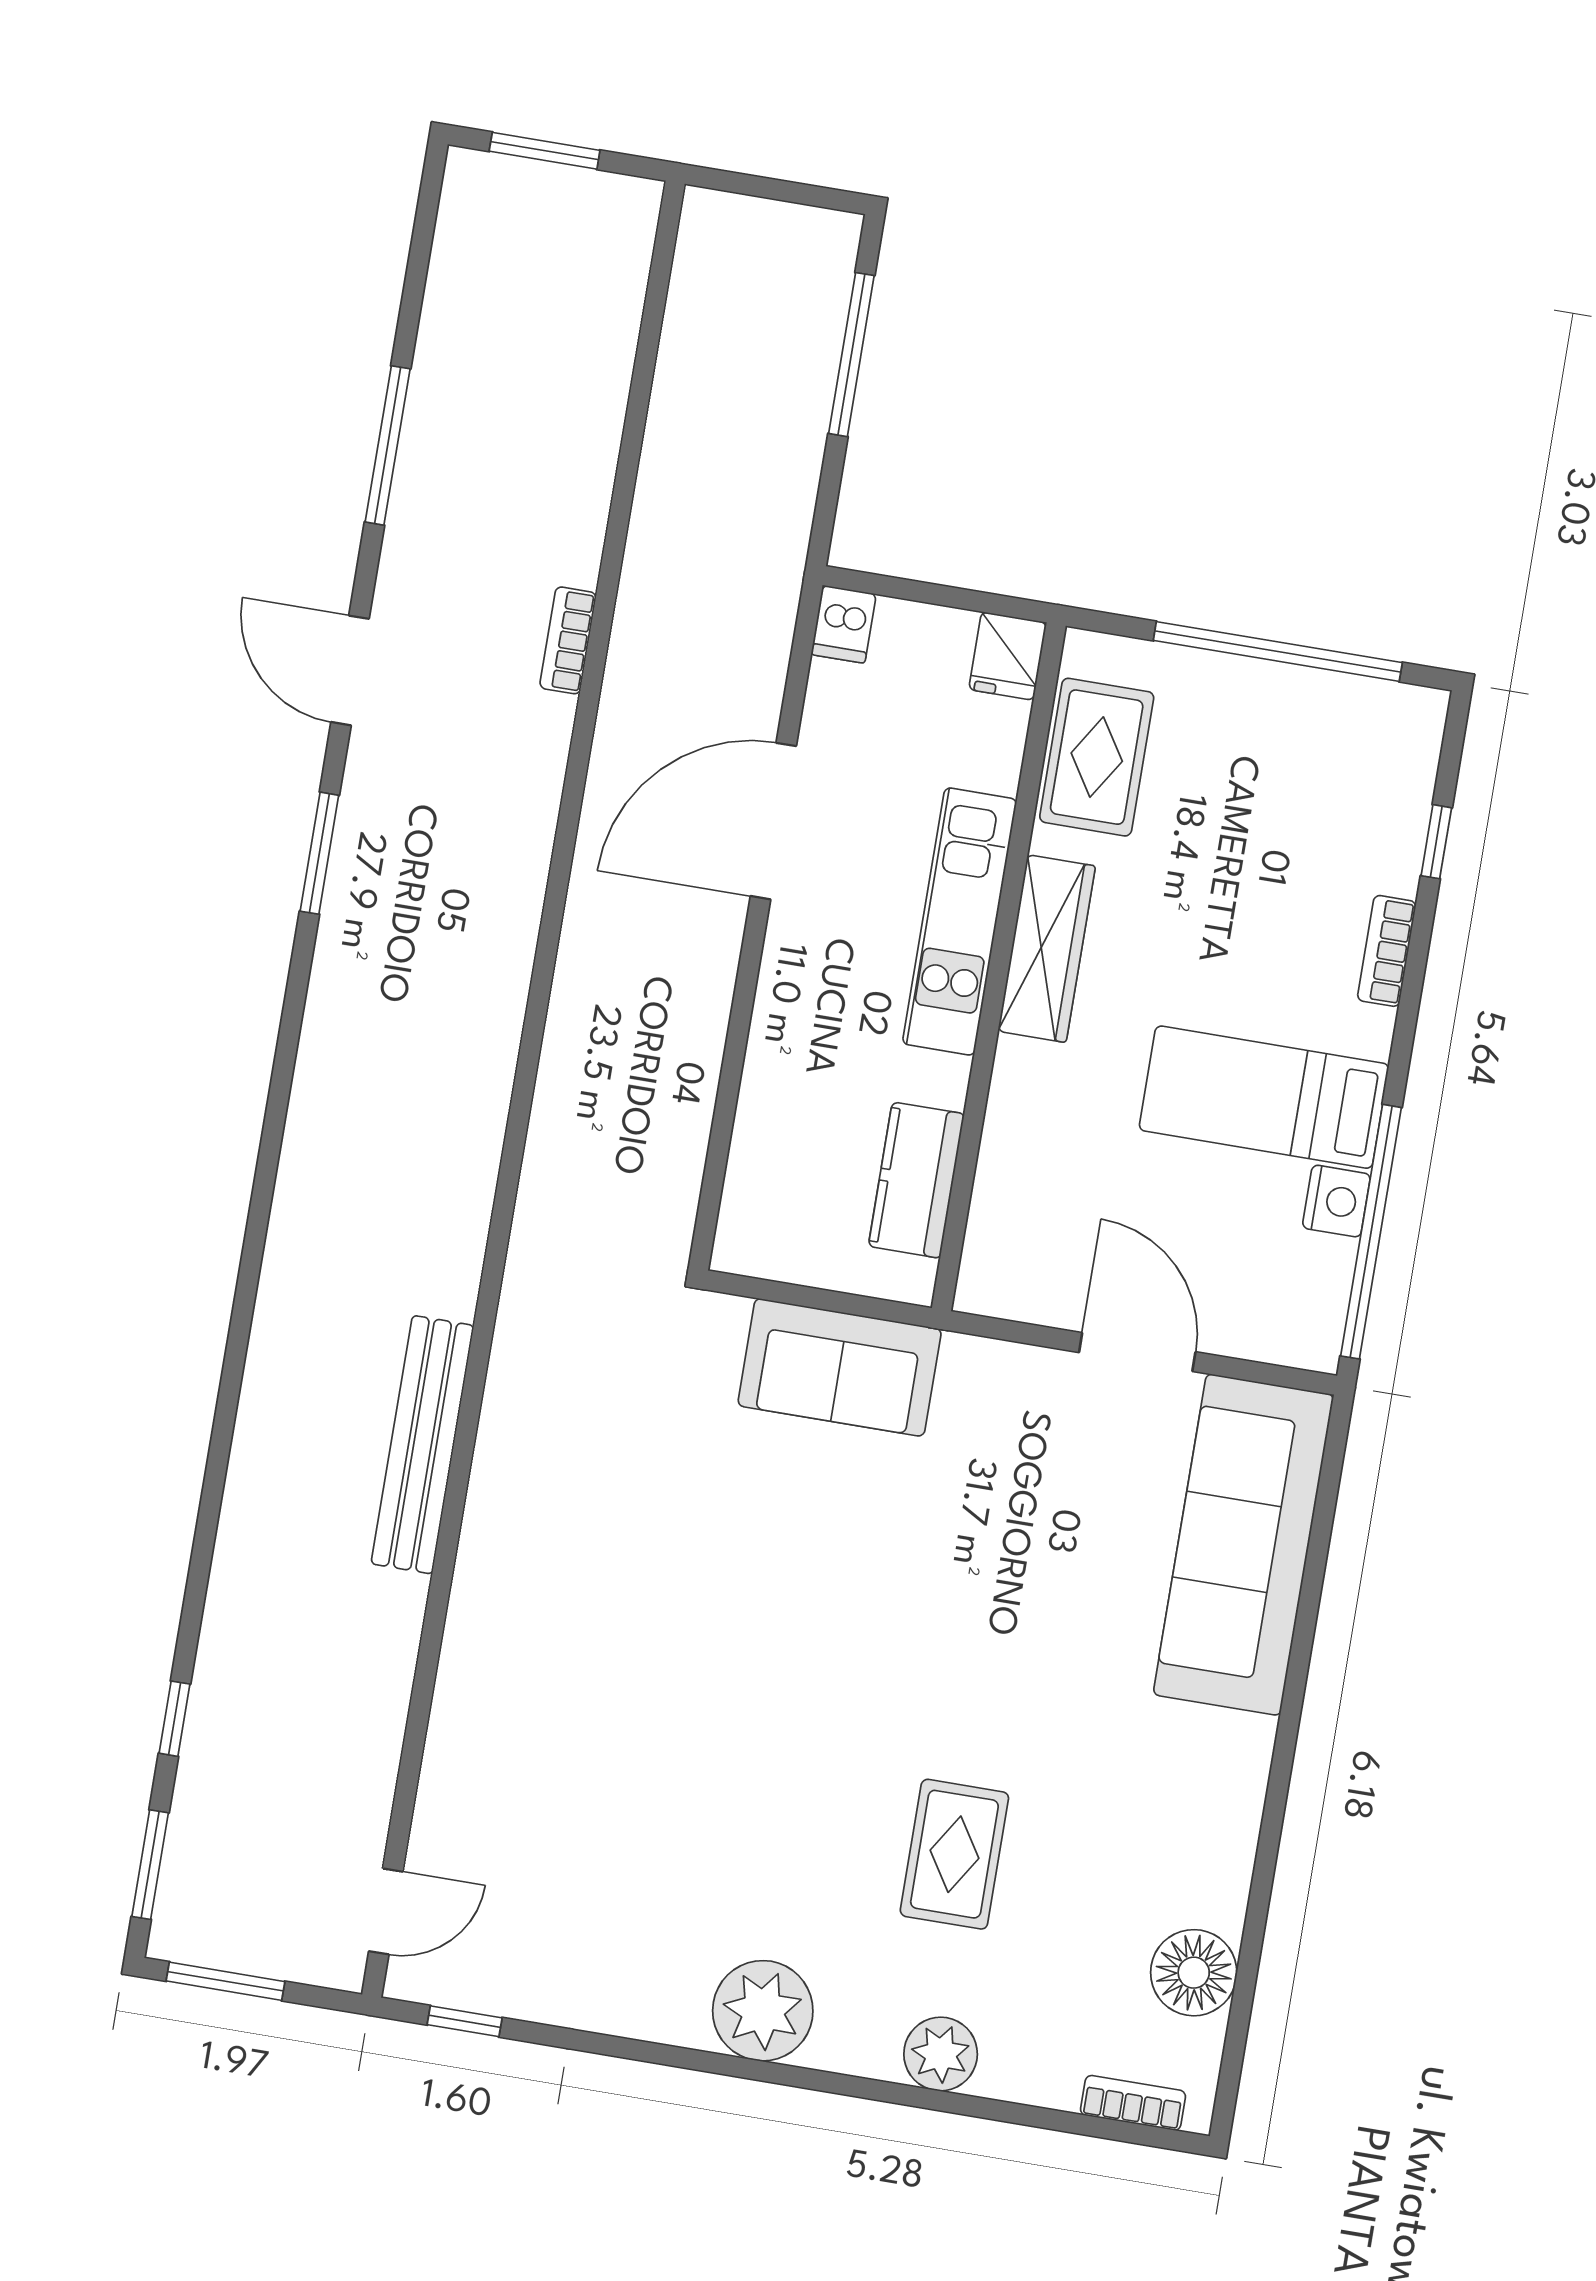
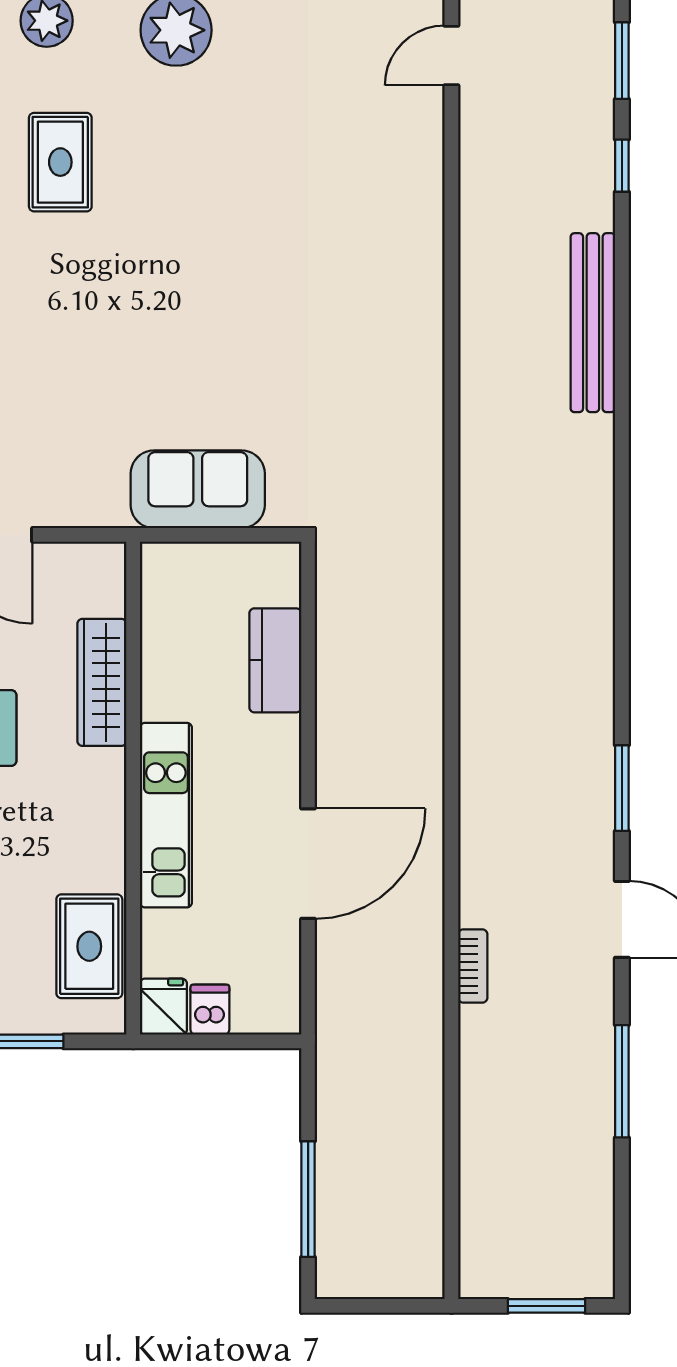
dishwasher: (844, 624) -> (210, 1010), moved
wardrobe: (1047, 949) -> (102, 682), moved
kitchen counter: (916, 1180) -> (275, 660), moved, turned 180
bench: (423, 1445) -> (593, 323), moved

